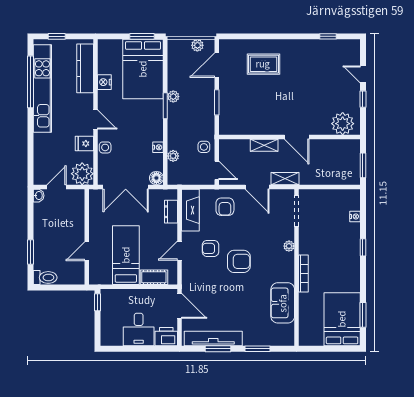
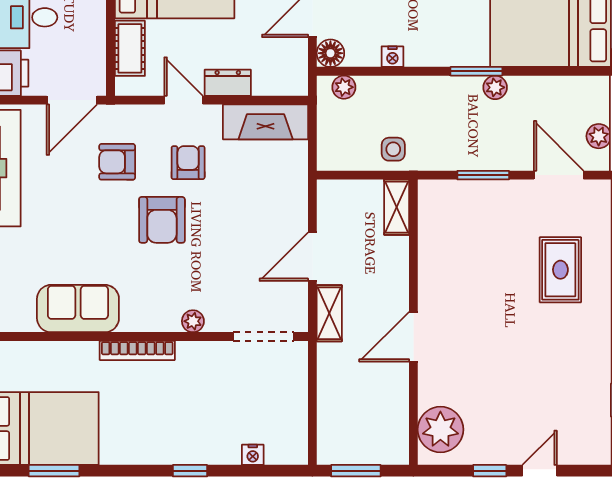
shelving: (264, 145) -> (397, 207), moved
plant: (173, 156) -> (344, 87), moved
door: (217, 170) -> (346, 175), removed
armchair: (225, 207) -> (117, 162), moved
dresser: (171, 212) -> (228, 83), moved

